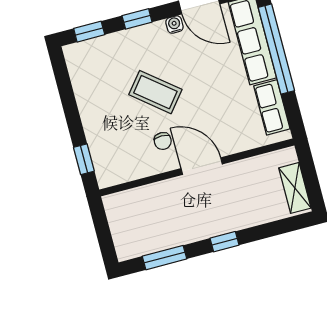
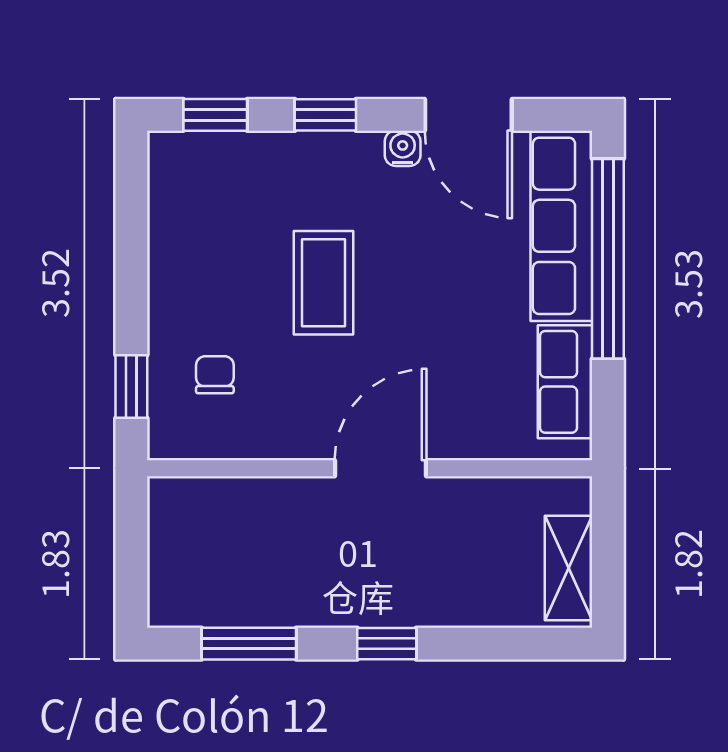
coffee table: (155, 92) -> (323, 283), turned 51
chair: (163, 141) -> (215, 375), moved, turned 180
door: (202, 166) -> (381, 468), hinge flipped

